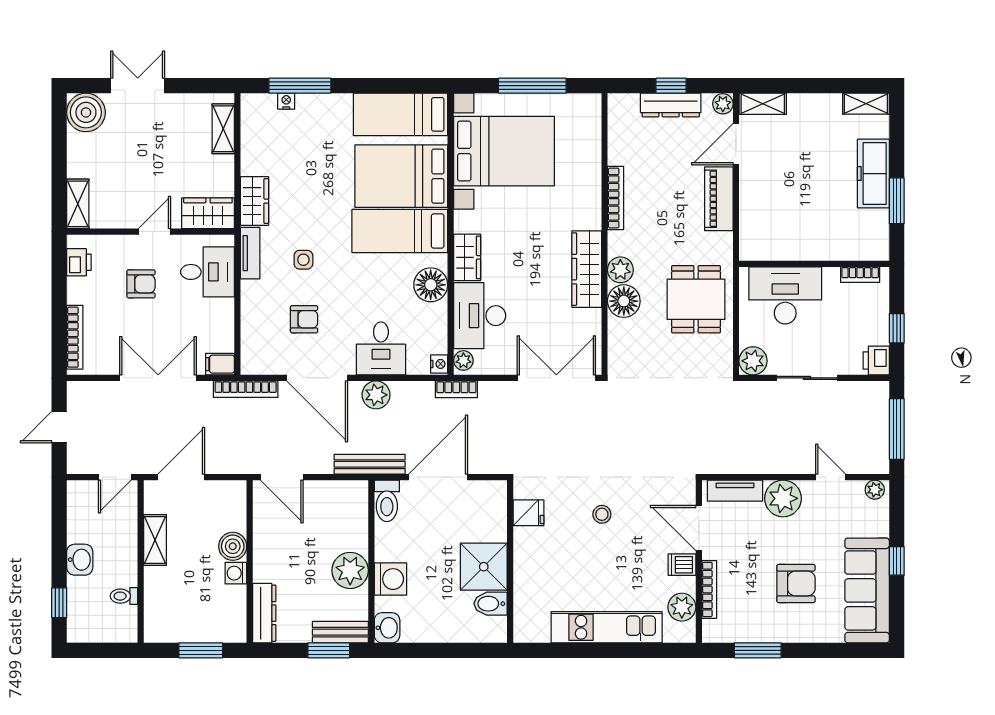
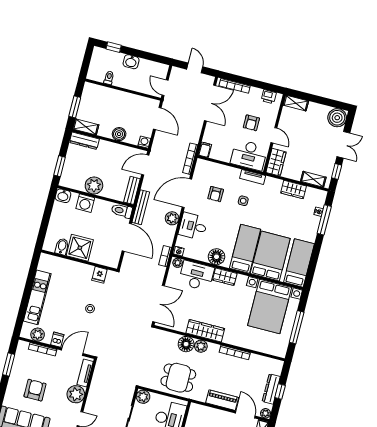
window: (195, 86) -> (337, 171), added
wardrobe: (254, 201) -> (294, 190), moved
desk: (207, 272) -> (249, 155), width x1.37
double door: (158, 378) -> (210, 103), moved
shelving: (155, 540) -> (86, 127), moved
washing machine: (236, 573) -> (144, 142), moved
armchair: (796, 583) -> (35, 390), turned 180
bench: (340, 632) -> (132, 190), moved

